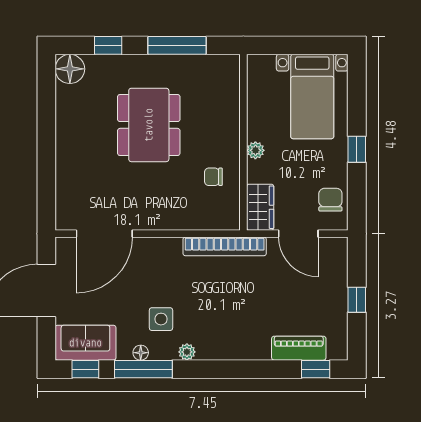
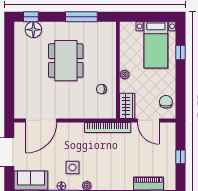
window: (108, 45) -> (31, 17), moved
floor lamp: (70, 69) -> (33, 30), moved
window: (357, 149) -> (180, 52), moved

